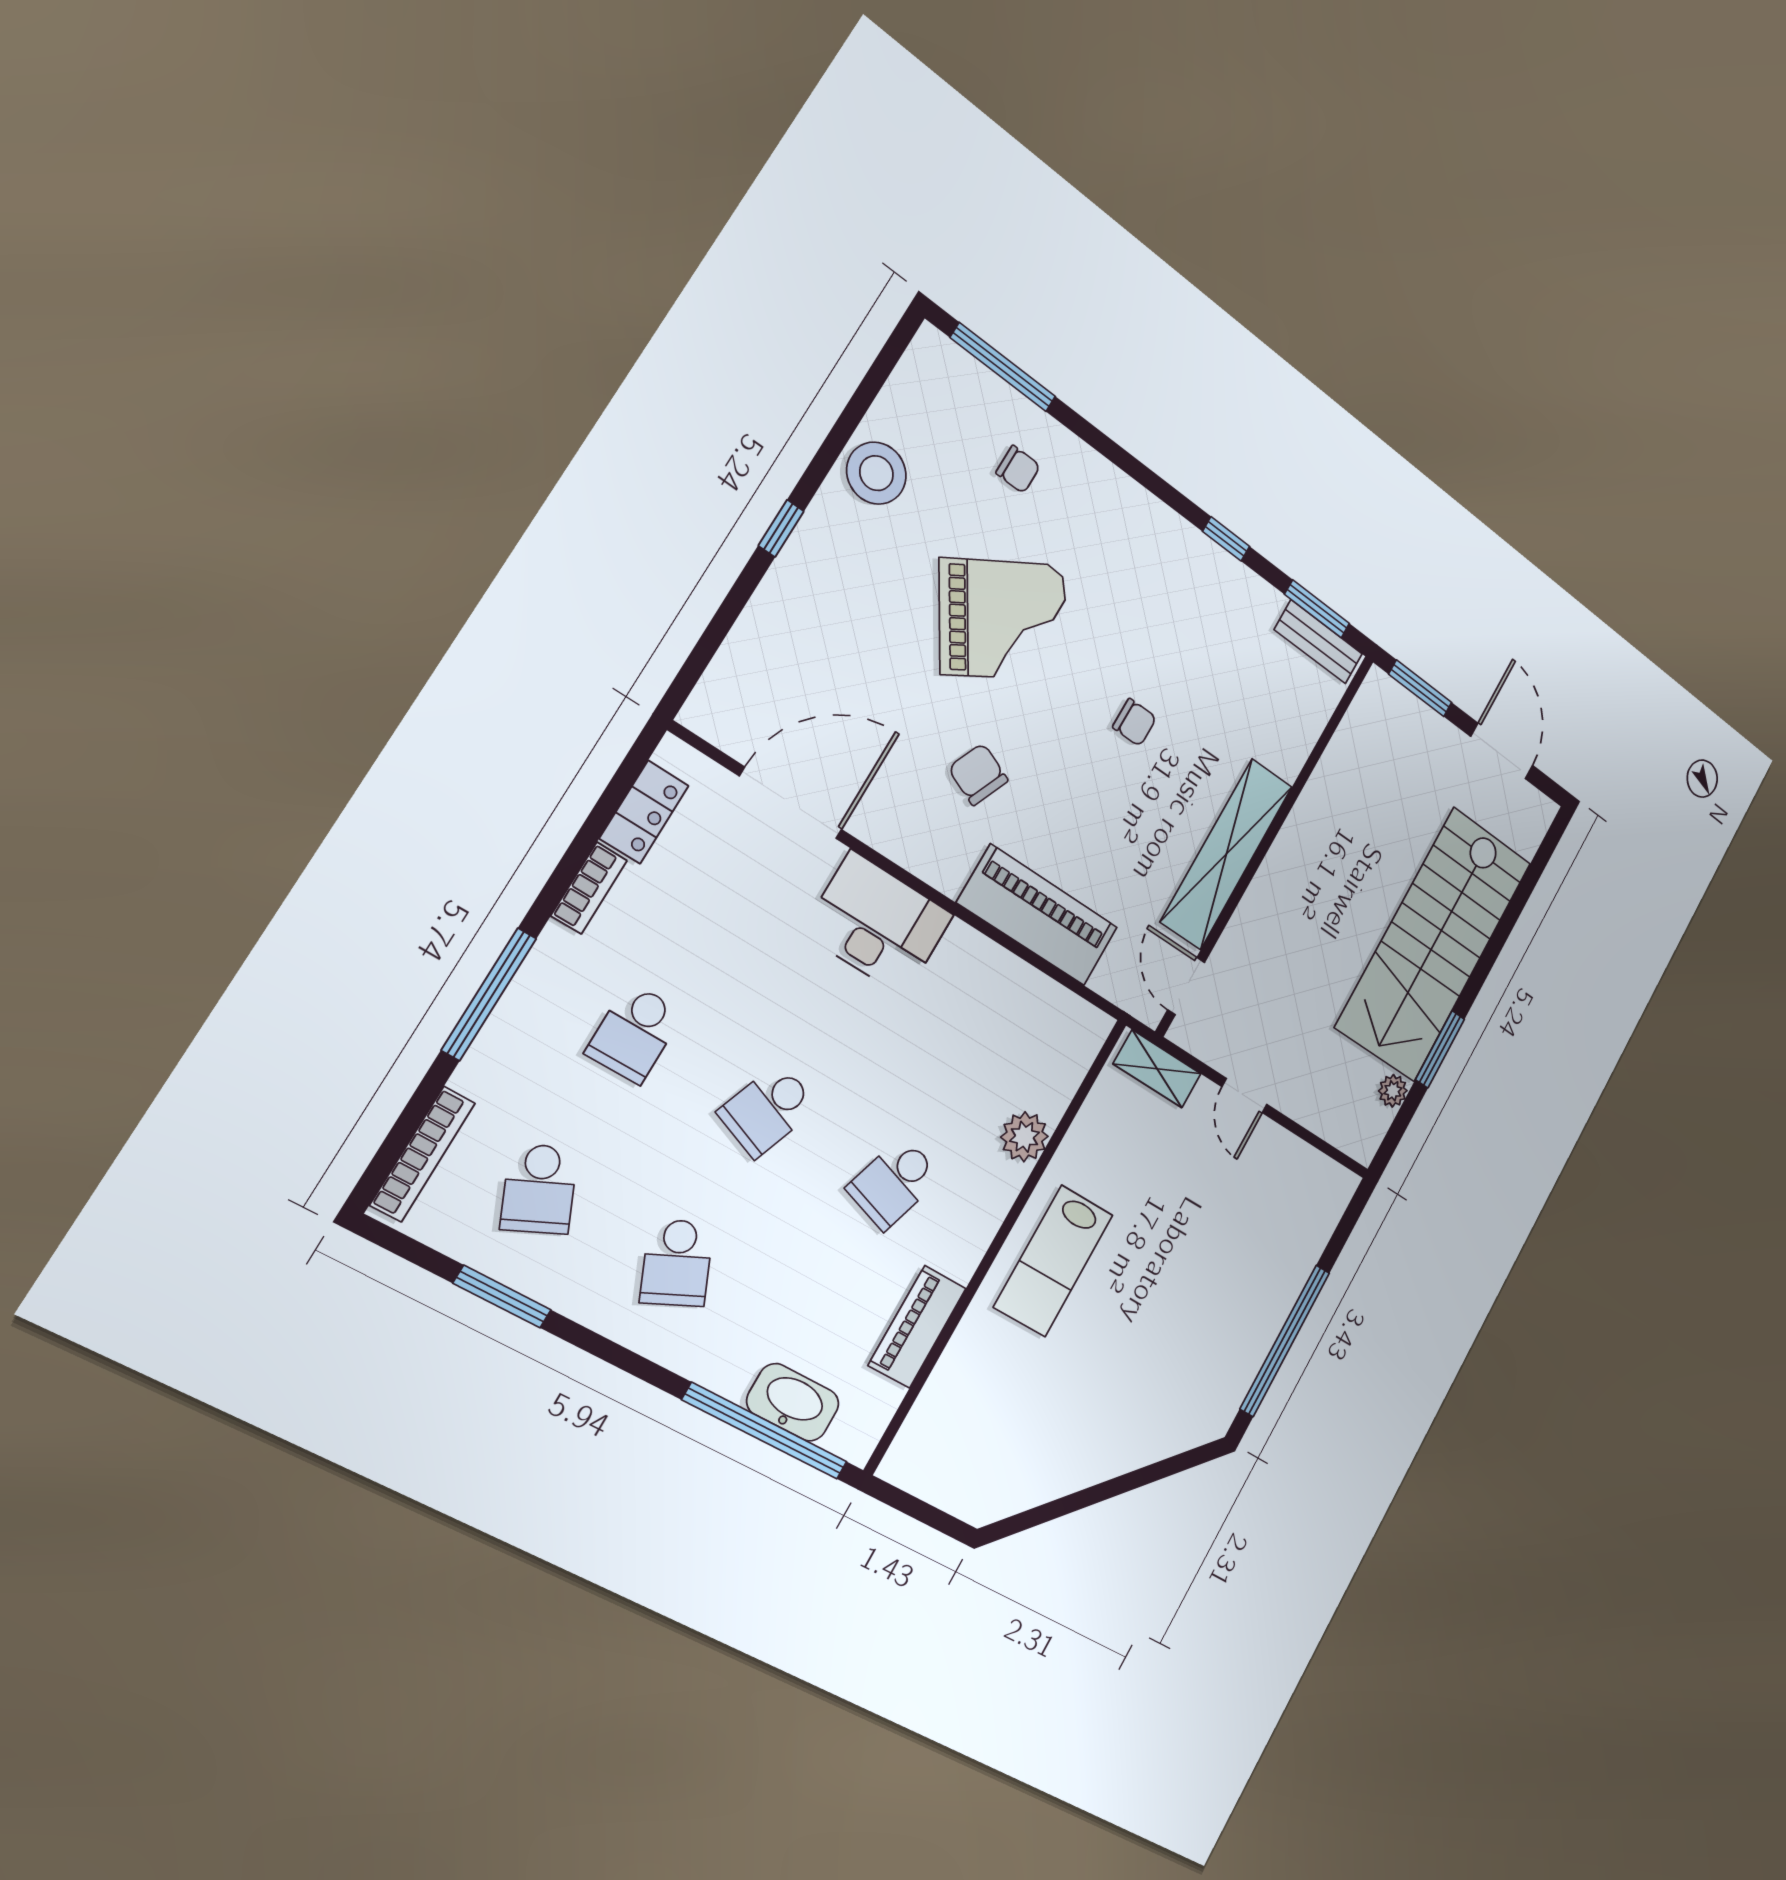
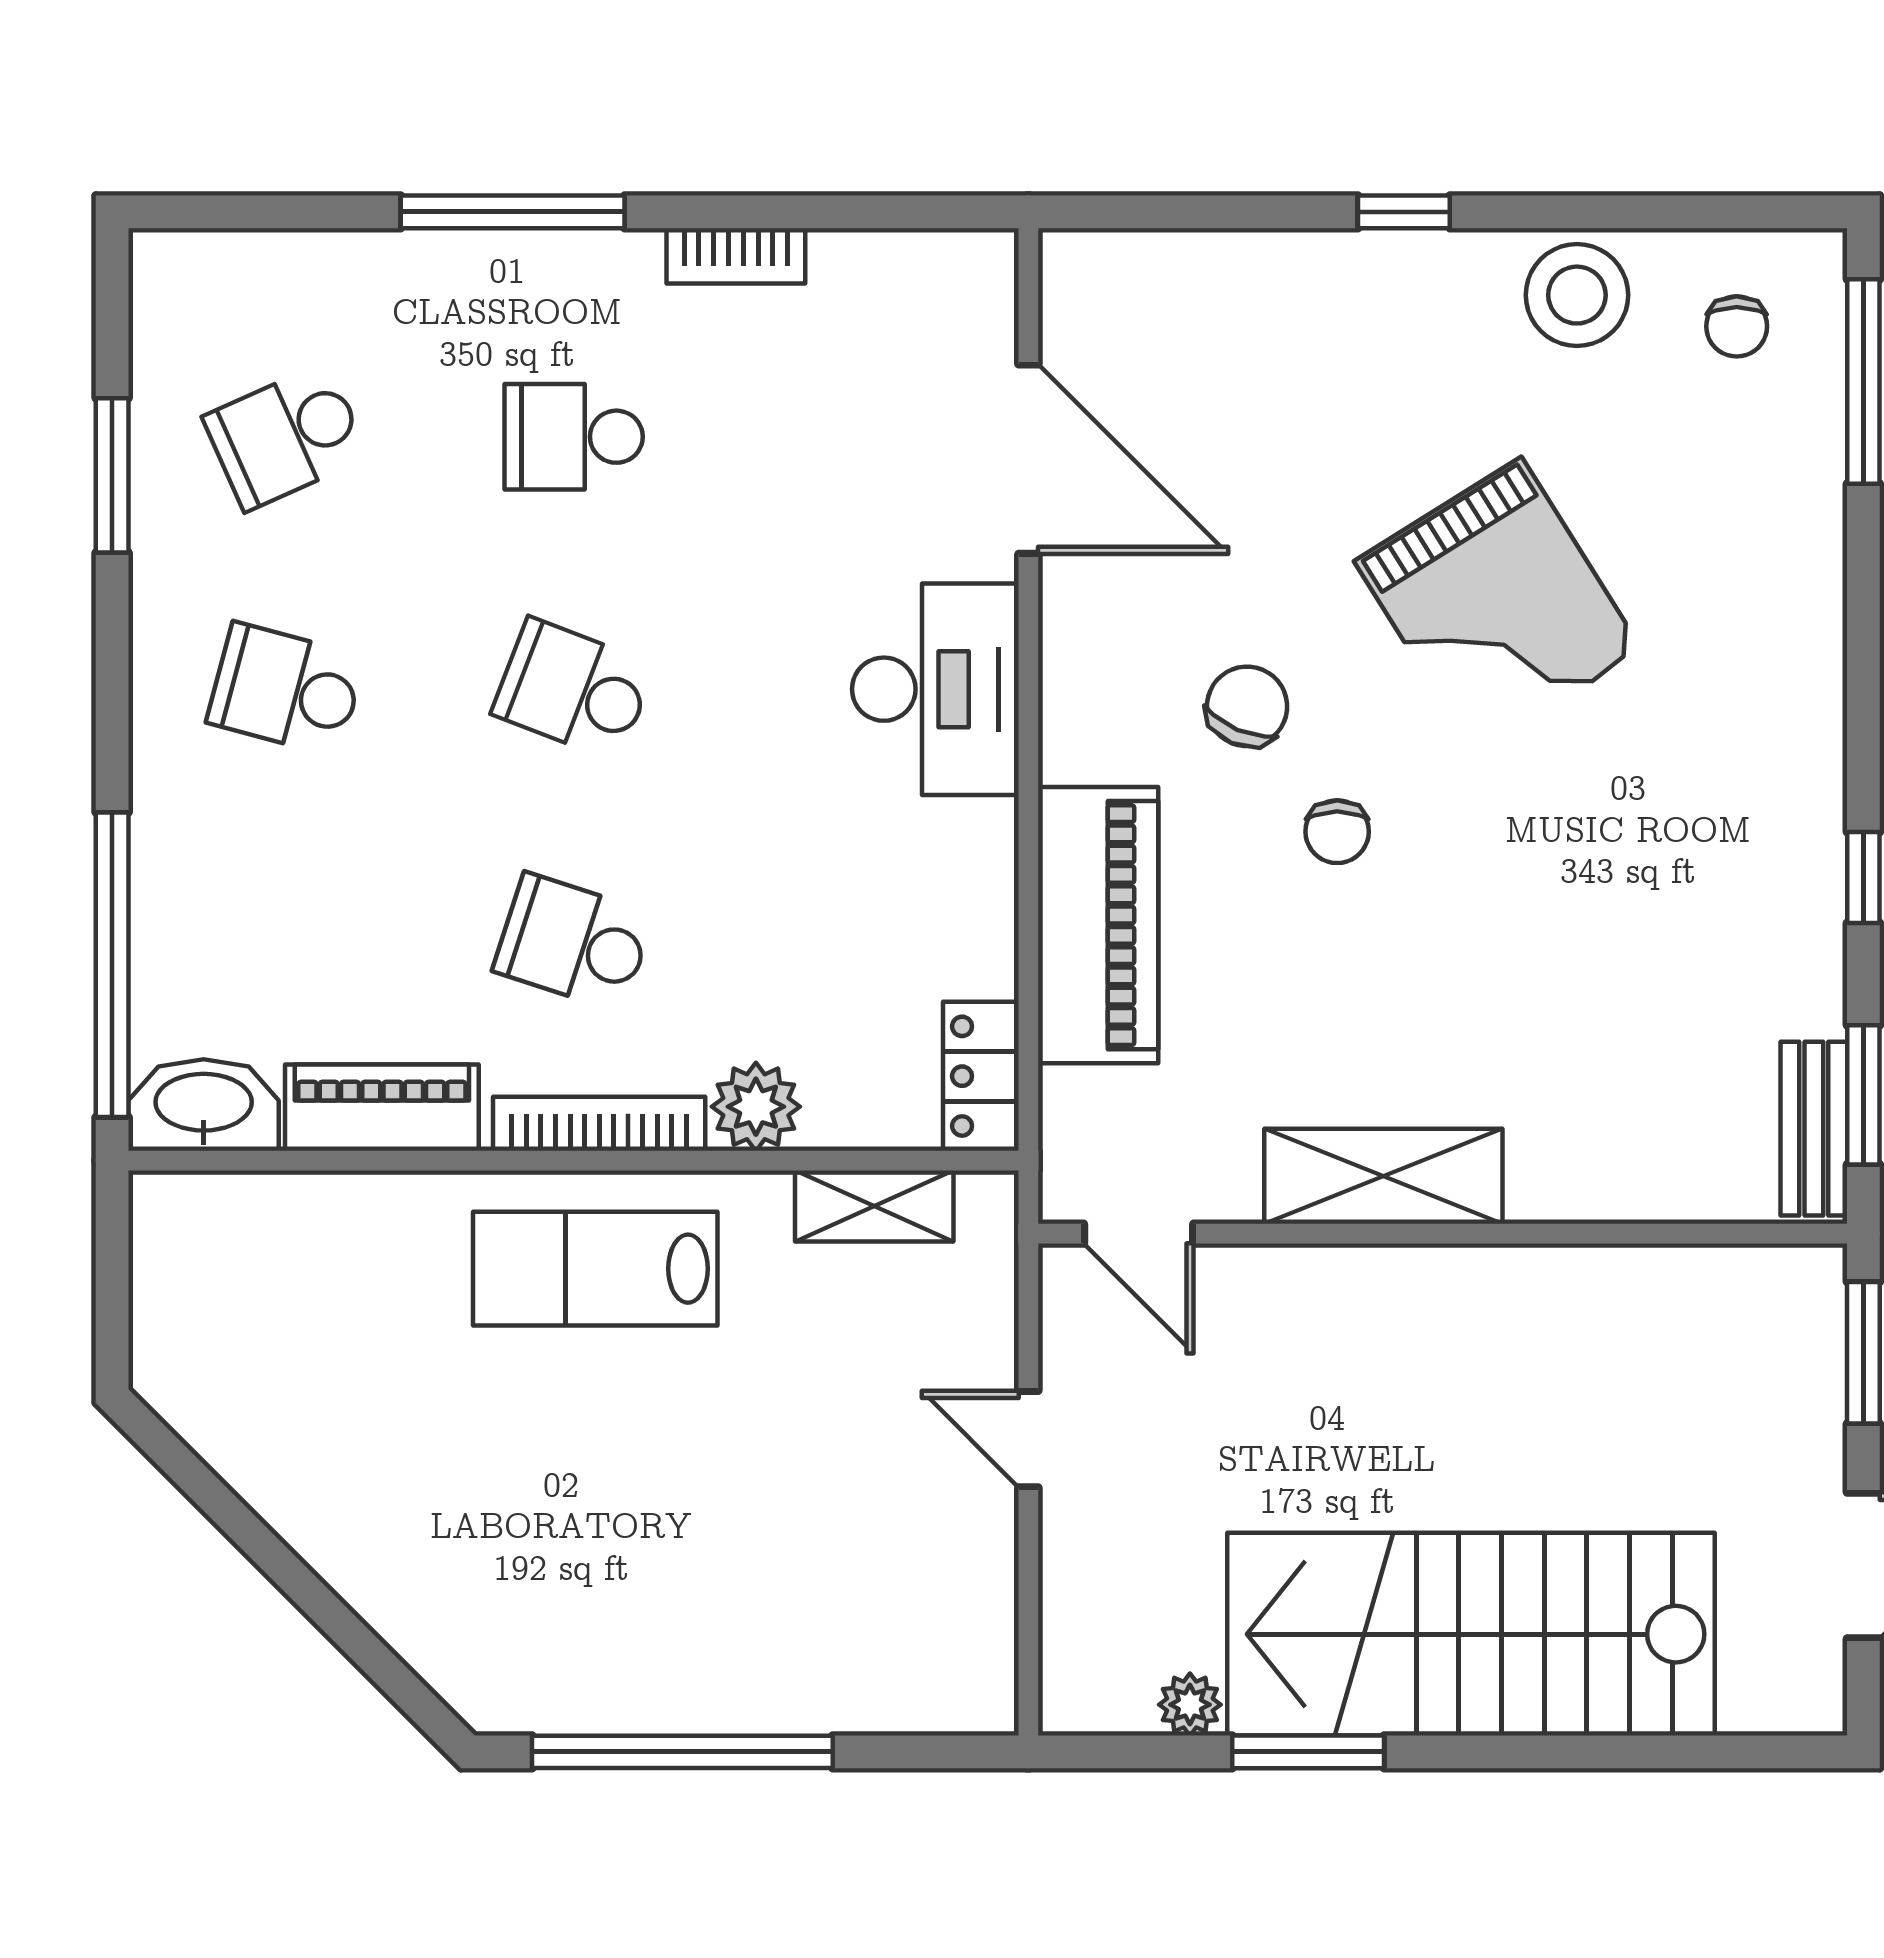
chair: (1018, 469) -> (1737, 326), moved
chair: (1134, 722) -> (1337, 832), moved
locker: (644, 812) -> (981, 1076), moved, turned 90
shelving: (1227, 854) -> (1383, 1176), width x0.68
door: (1186, 986) -> (1139, 1234), swing flipped
shelving: (1157, 1069) -> (874, 1206), moved, turned 90
door: (1244, 1096) -> (1028, 1439), hinge flipped
bookcase: (423, 1154) -> (599, 1124), moved, turned 180
school desk: (677, 1263) -> (286, 690), turned 39
washbasin: (793, 1402) -> (204, 1105), moved, turned -90

